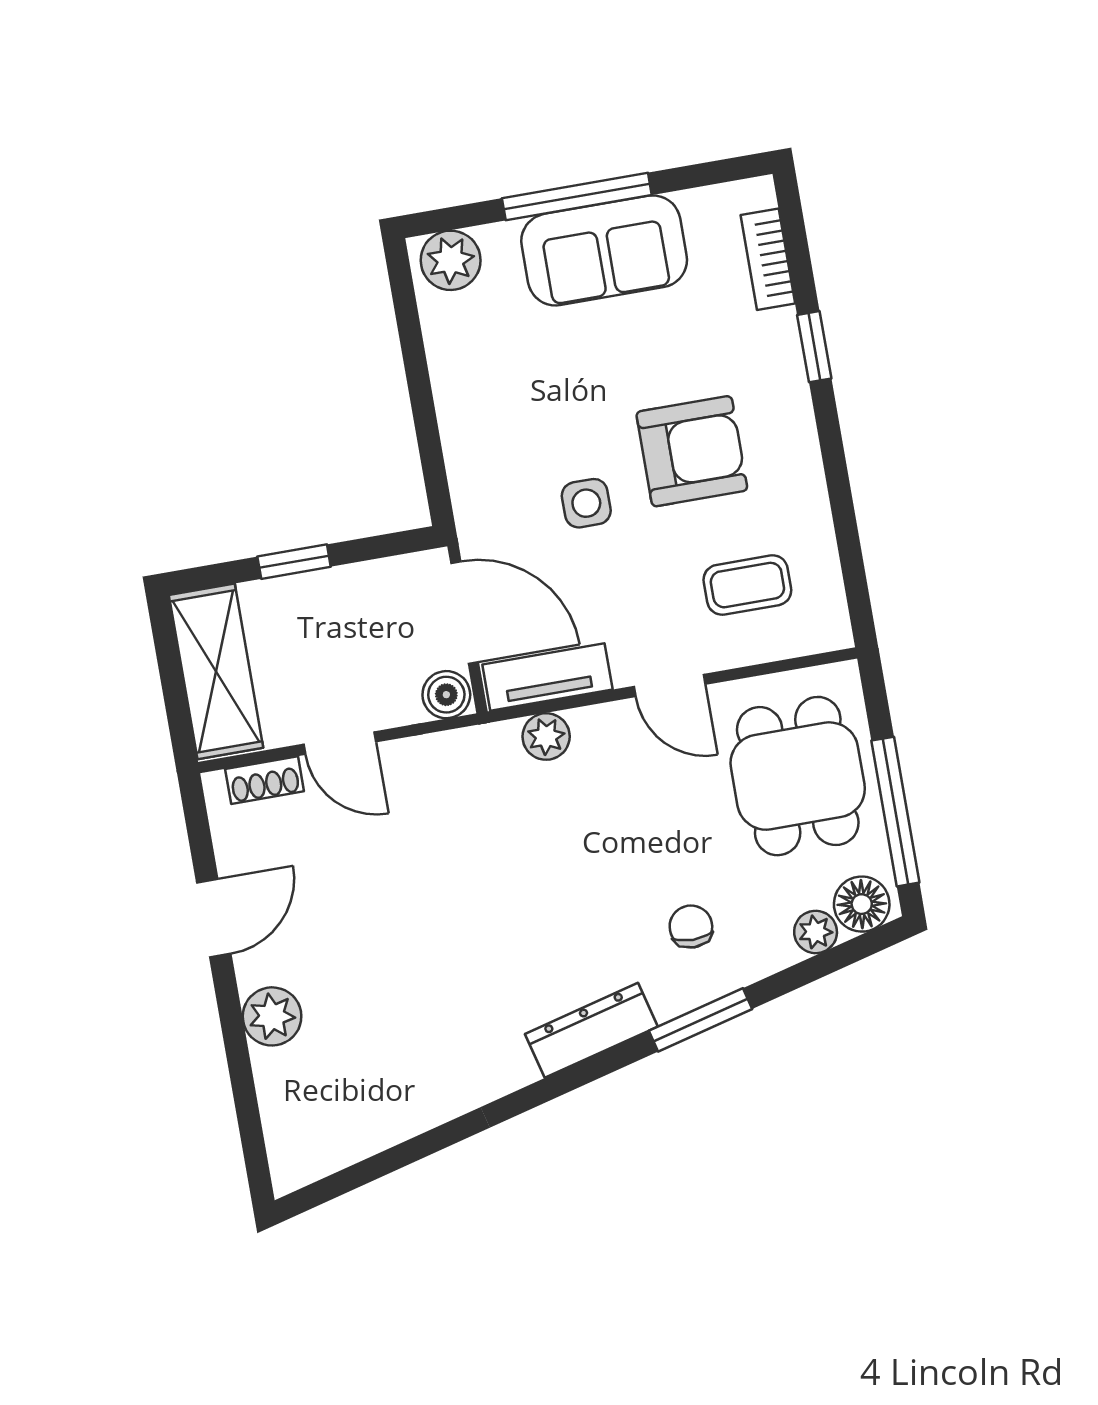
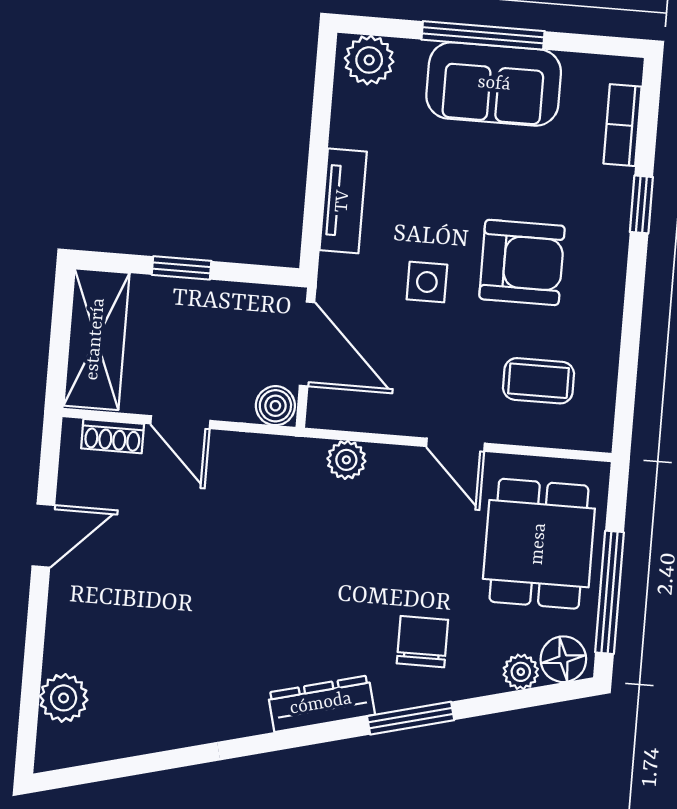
tv unit: (547, 677) -> (343, 201), moved, turned 90
chair: (691, 927) -> (422, 642), width x1.37, depth x1.37
plant: (272, 1016) -> (64, 698), moved

